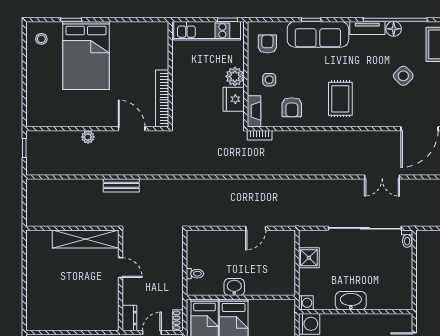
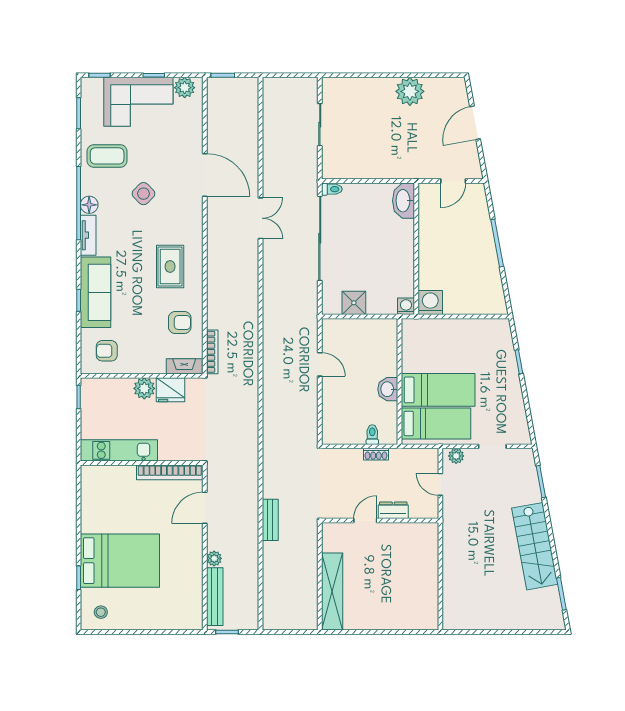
kitchen unit: (207, 31) -> (119, 450), moved, turned -90
side table: (269, 80) -> (148, 349), removed
rug: (340, 99) -> (170, 266), turned 90
bookcase: (260, 135) -> (212, 352), width x1.56
bench: (55, 137) -> (215, 597), added
shelving: (86, 239) -> (332, 592), moved
washbasin: (351, 301) -> (404, 201), moved
dresser: (129, 318) -> (393, 510), moved
shoe rack: (178, 320) -> (376, 454), moved

